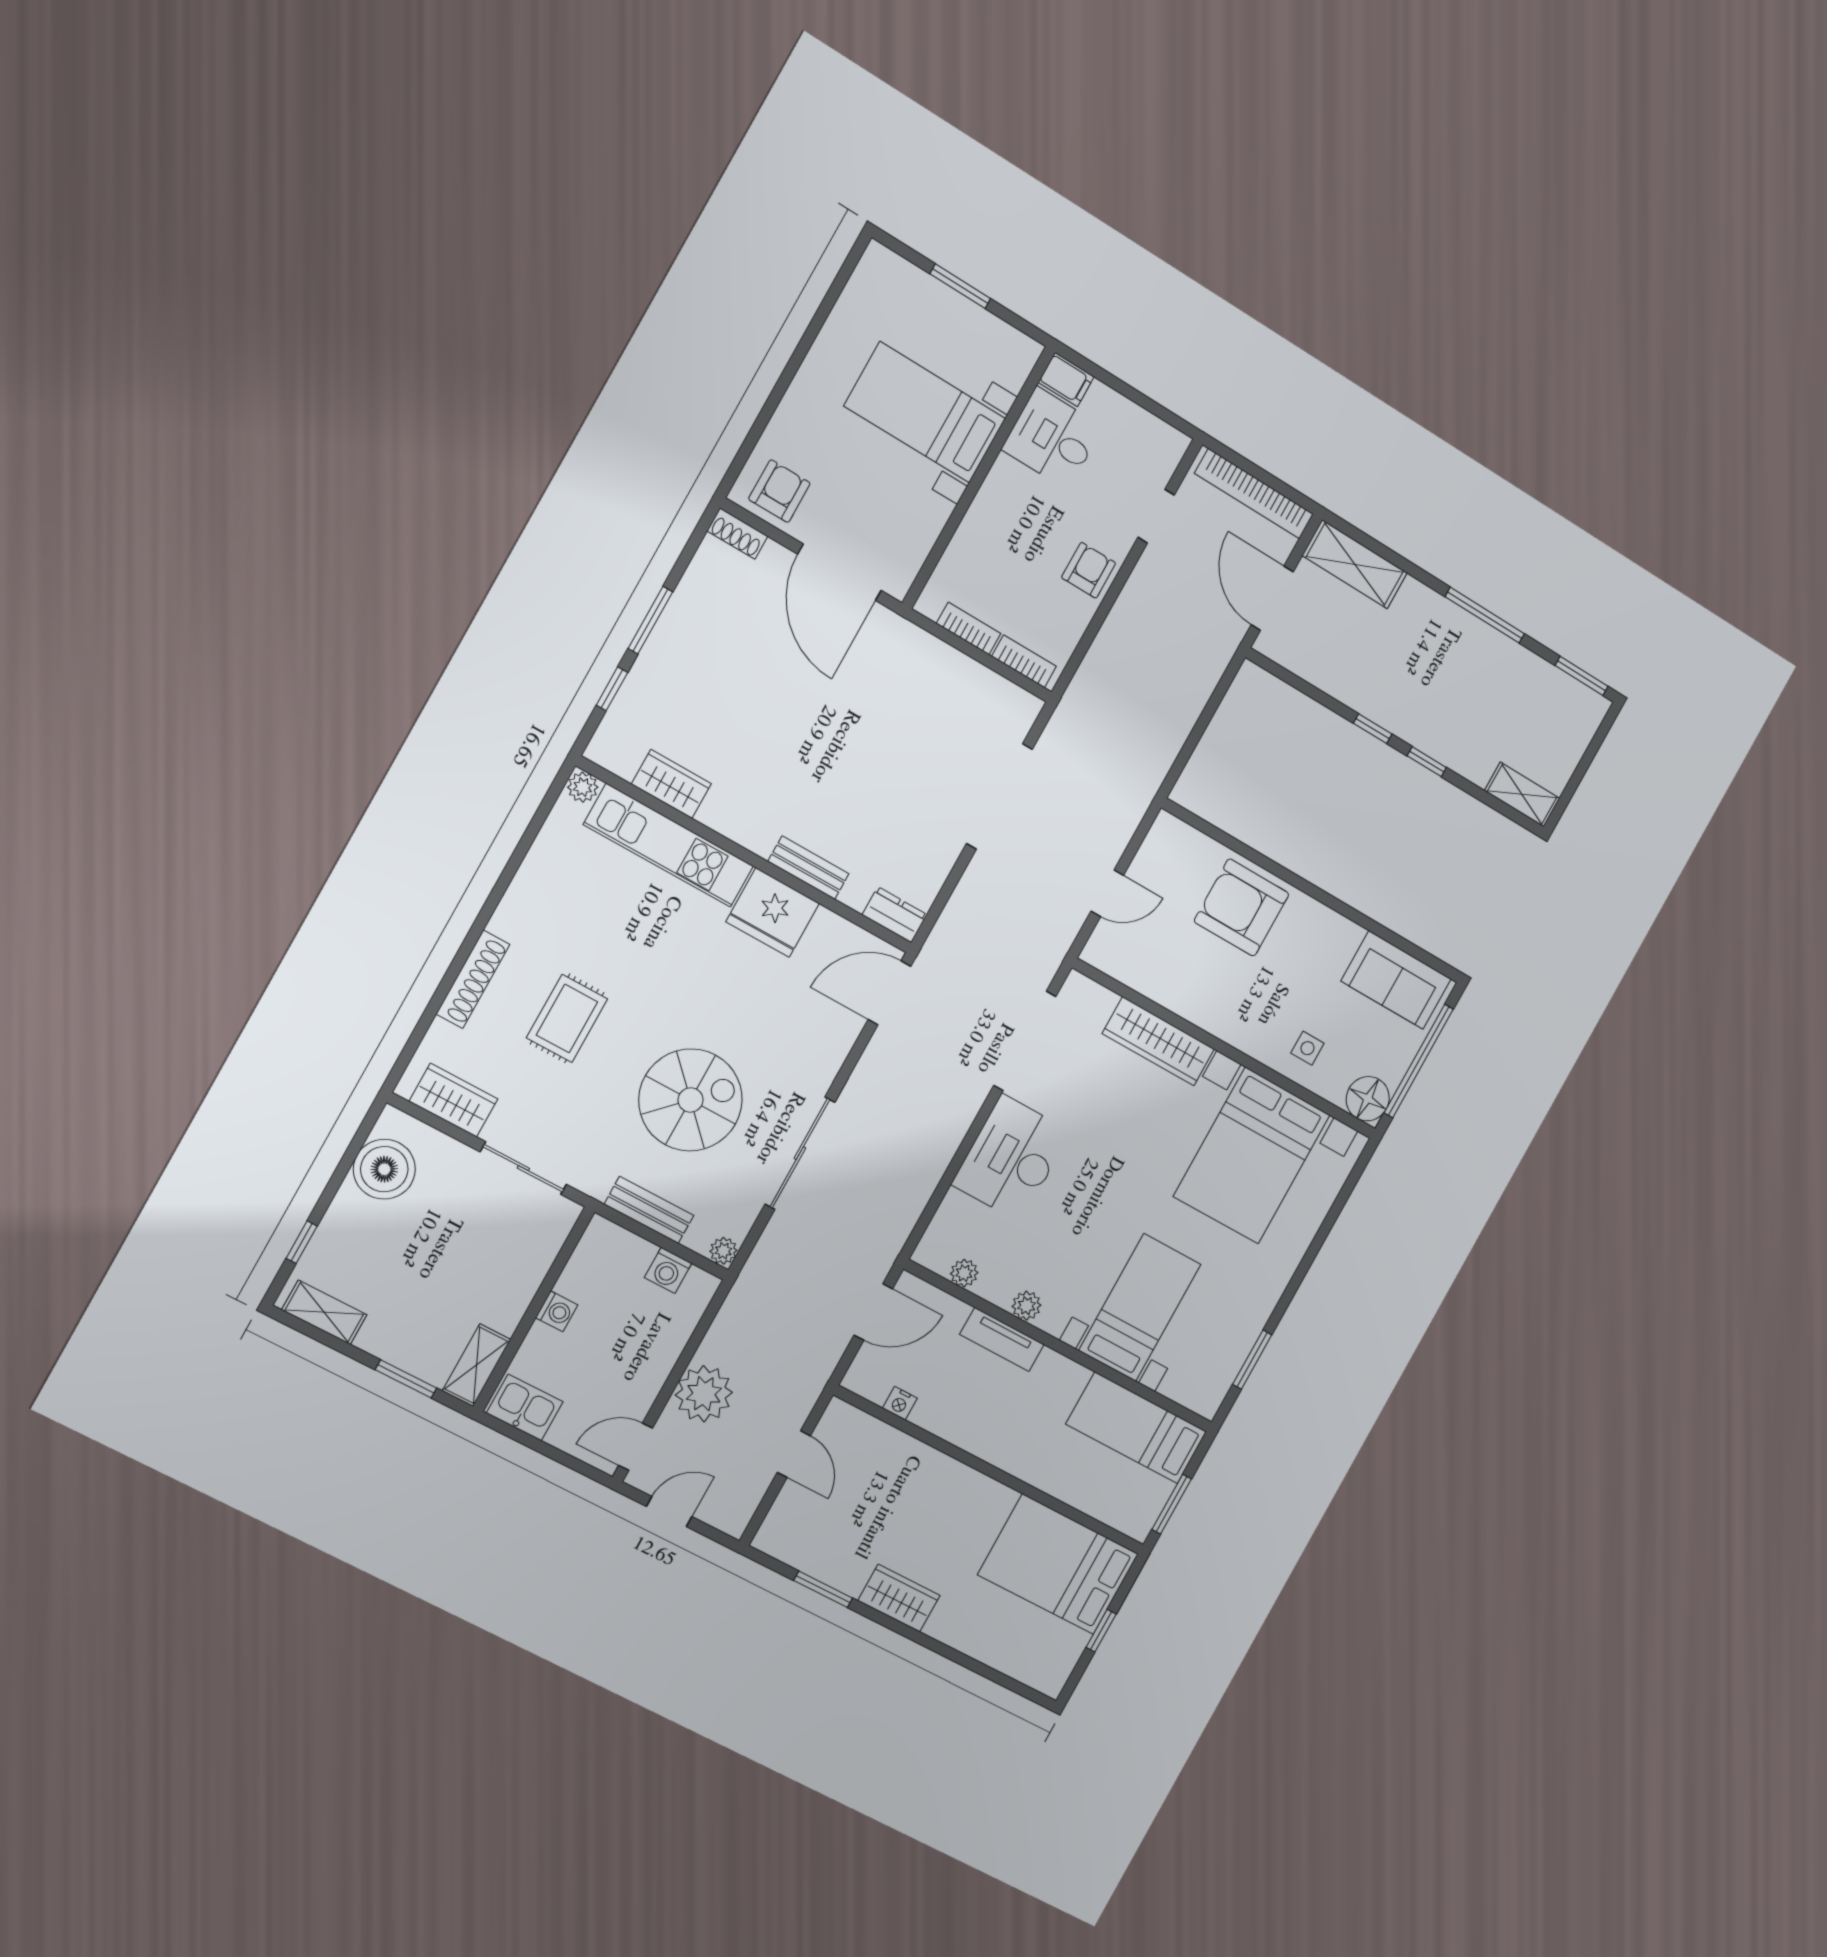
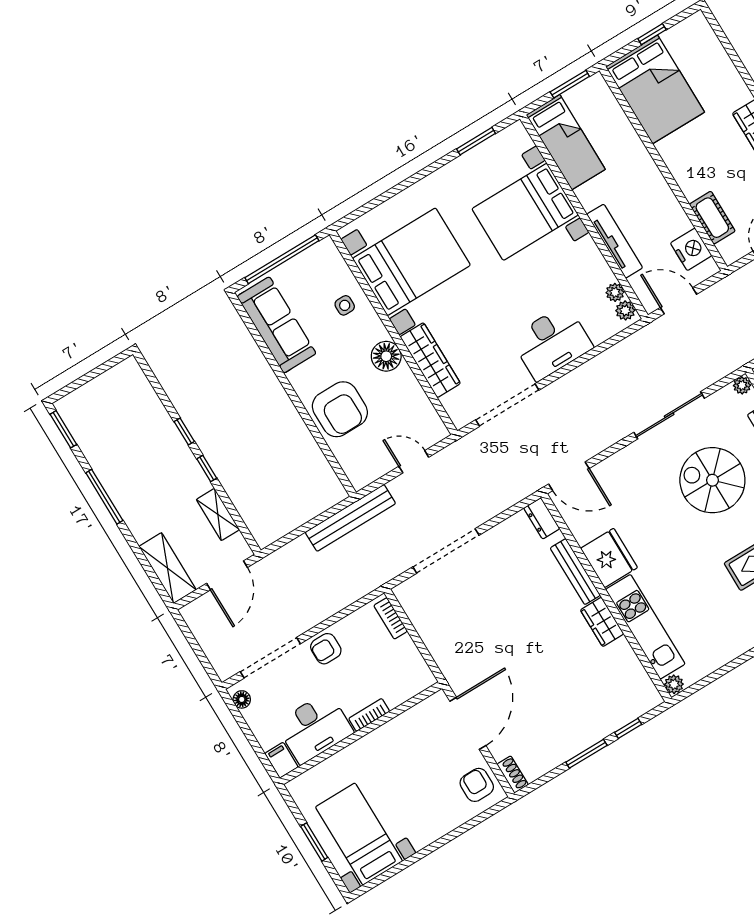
bed with nightstands: (925, 412) -> (359, 834), moved, turned 180
floor lamp: (1164, 436) -> (242, 699), added
desk: (1052, 438) -> (314, 728), width x1.37
armchair: (779, 491) -> (477, 785), turned 90
bookcase: (1254, 494) -> (206, 640), removed
doorway: (1156, 516) -> (270, 658), width x1.87
bookcase: (969, 628) -> (369, 715), moved, turned 90
bench: (1151, 769) -> (350, 518), added
wardrobe: (671, 784) -> (602, 622), moved
shelving: (1522, 794) -> (218, 514), moved
bench: (808, 867) -> (575, 572), width x1.36
sofa: (1396, 980) -> (277, 325), width x1.36
floor lamp: (1368, 1099) -> (386, 356), moved
plant: (1026, 1306) -> (625, 310), moved
bed with nightstands: (1140, 1307) -> (525, 212), width x1.36
tv unit: (1002, 1339) -> (615, 241), width x1.41
nightstand: (900, 1403) -> (691, 249), width x1.89, depth x1.79
cot: (890, 1447) -> (712, 218), added

